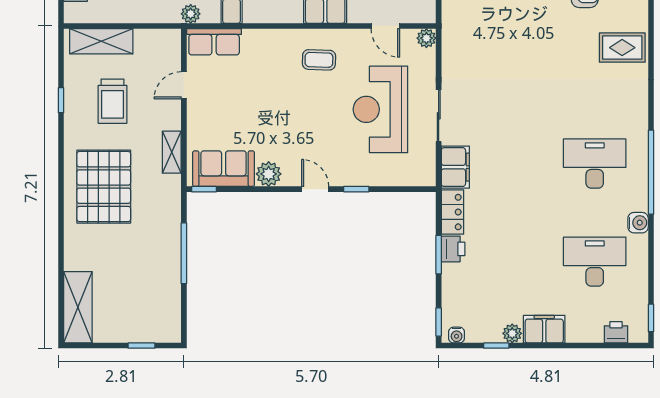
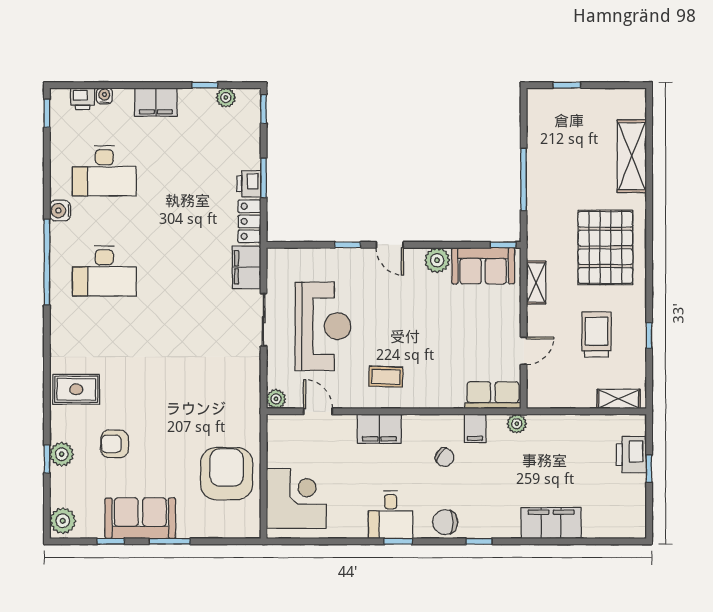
shelving: (101, 41) -> (619, 399), width x0.67, depth x0.75
shelving: (78, 307) -> (632, 156), moved
plant: (512, 333) -> (226, 98), moved
water cooler: (457, 335) -> (104, 96), moved

